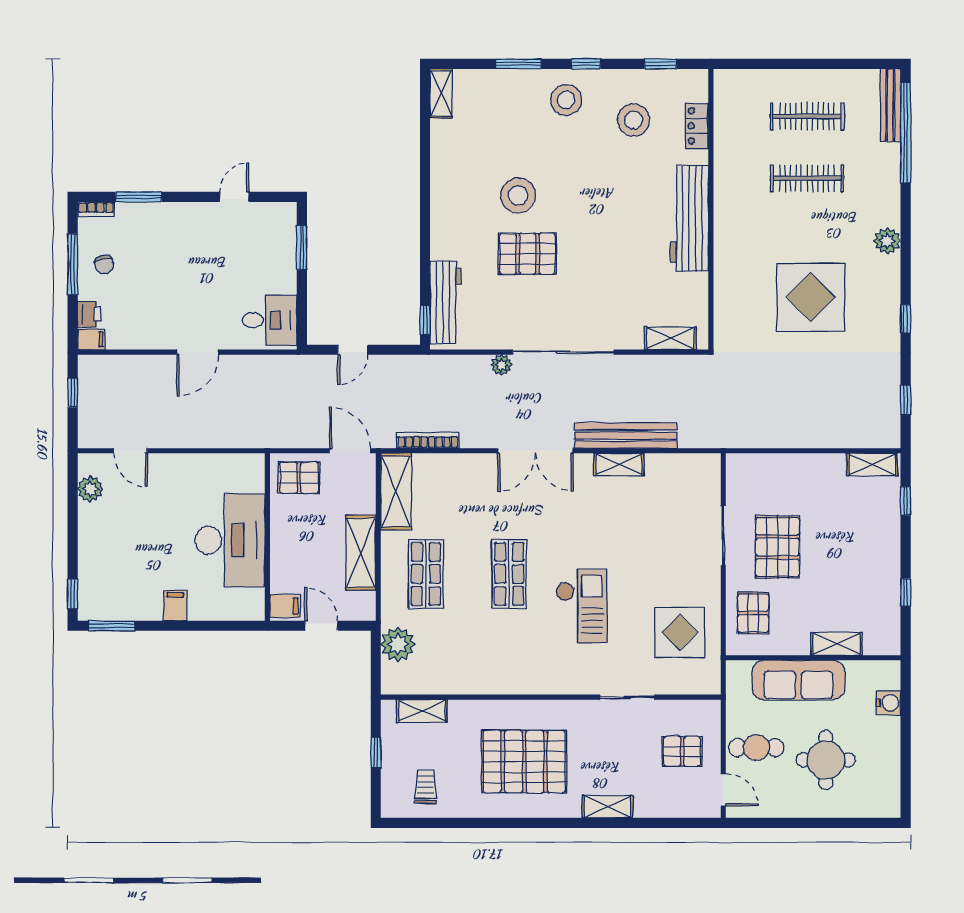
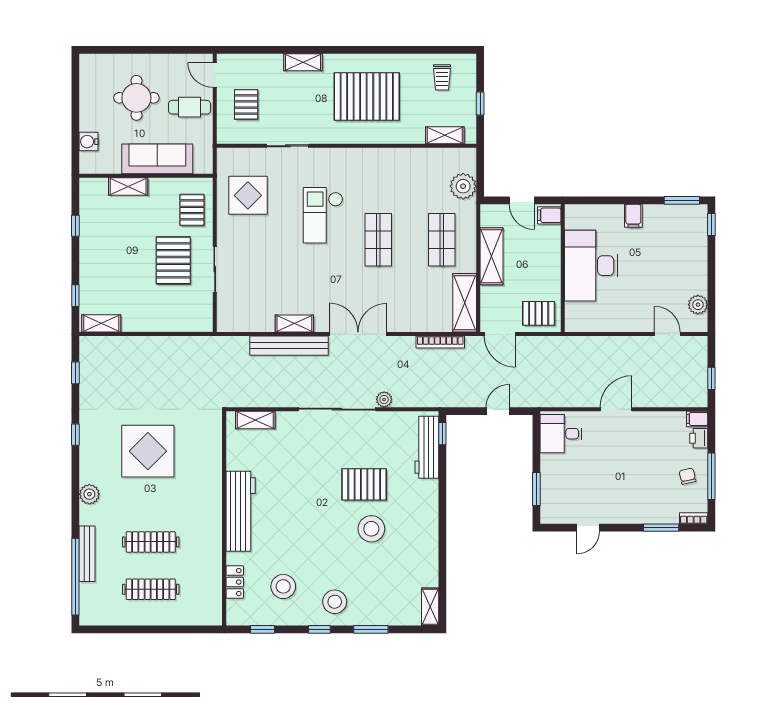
bench: (890, 105) -> (87, 554), moved
pallet: (682, 751) -> (246, 104), turned 90

